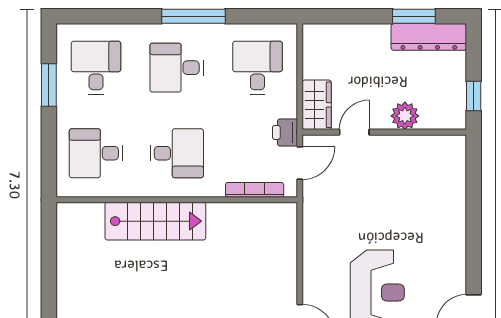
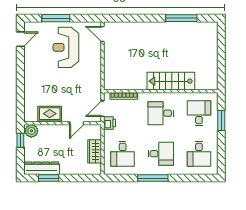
window: (49, 85) -> (221, 121), moved
wardrobe: (317, 105) -> (95, 151), moved
plant: (405, 116) -> (31, 131), moved
rug: (412, 152) -> (50, 114), added
desk: (96, 153) -> (199, 113), turned -90

